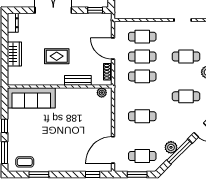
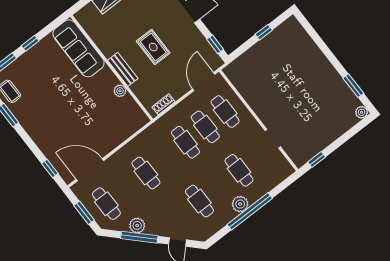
door: (113, 49) -> (204, 81), moved
rug: (57, 56) -> (153, 47), moved
bench: (78, 80) -> (123, 69), moved
plant: (102, 93) -> (120, 91), moved

